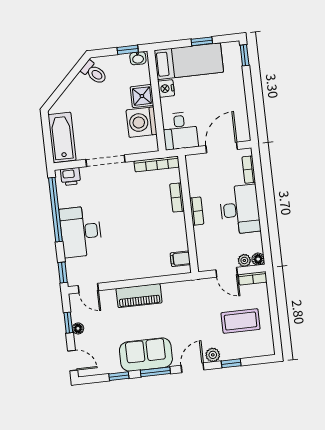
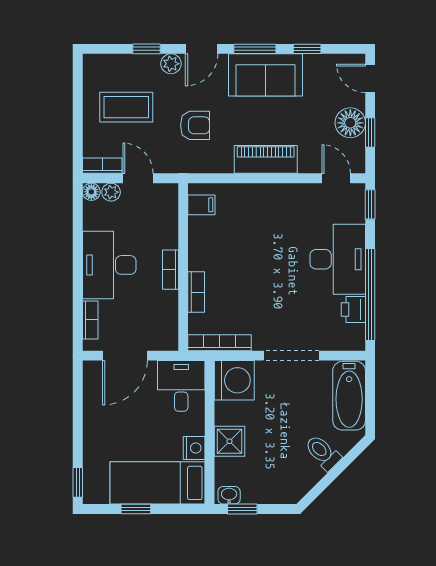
toilet: (94, 73) -> (323, 453), moved
washing machine: (142, 122) -> (234, 380), moved
printer: (71, 177) -> (353, 310), moved, turned -90
armchair: (191, 314) -> (195, 125), added
floor lamp: (78, 328) -> (350, 123), width x1.89, depth x1.89

